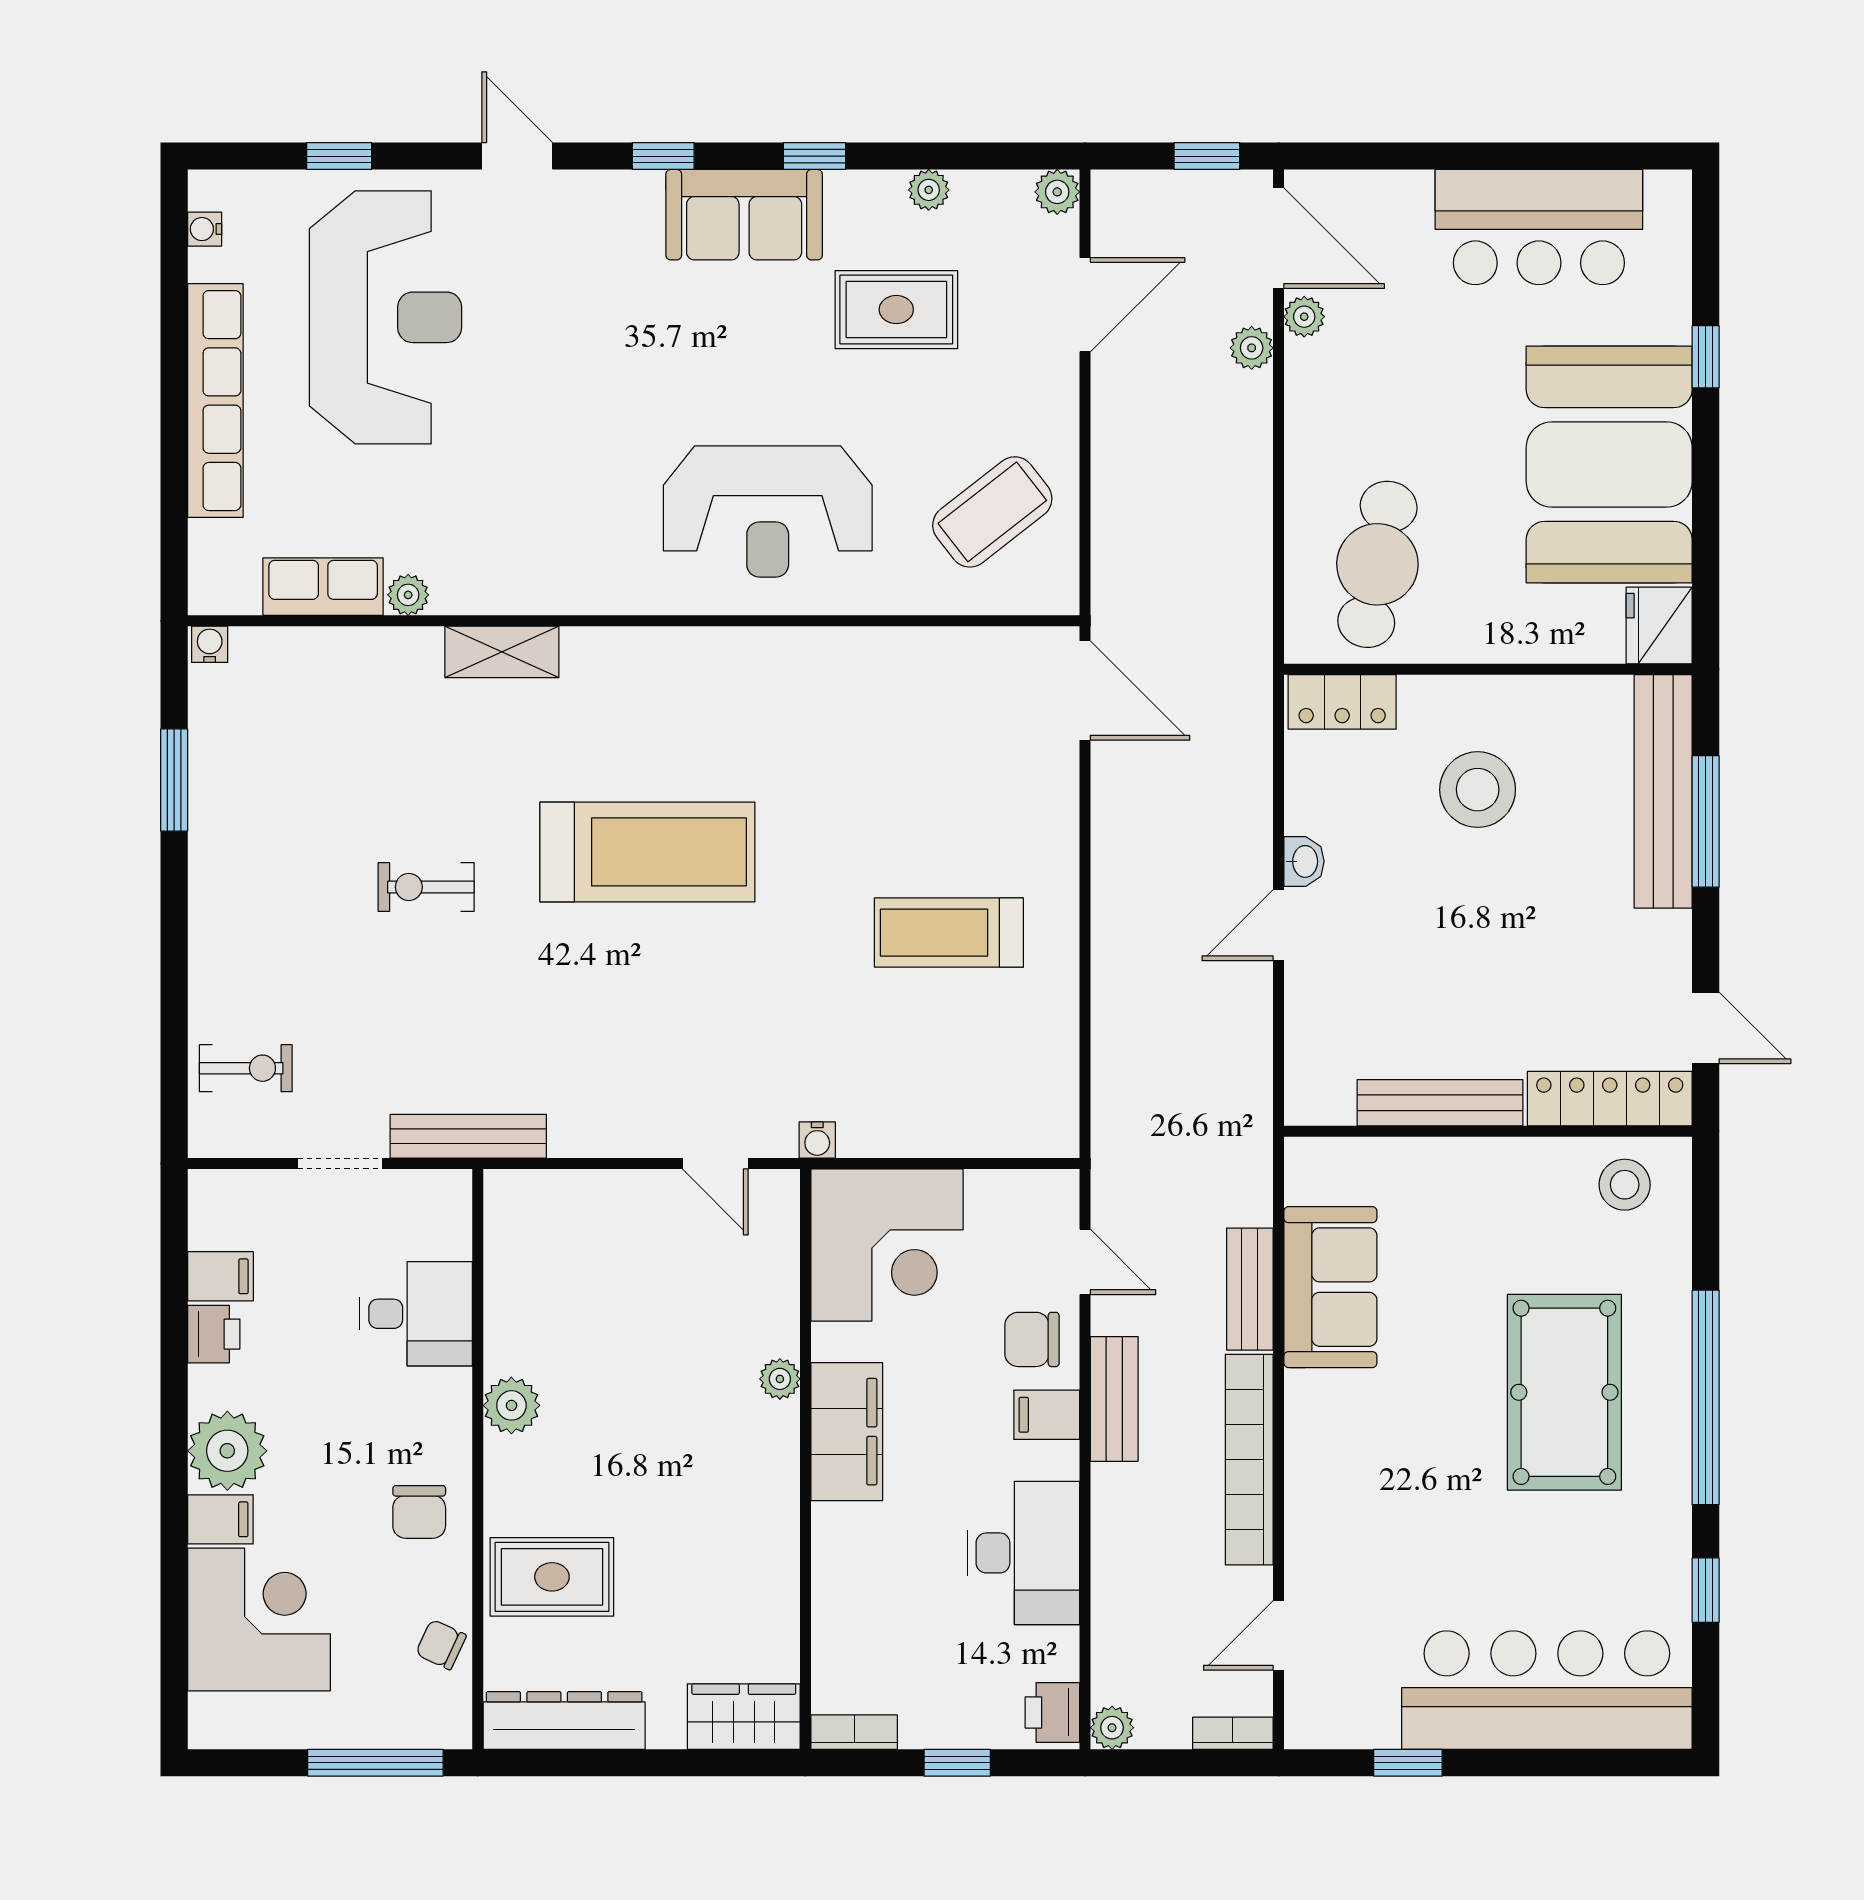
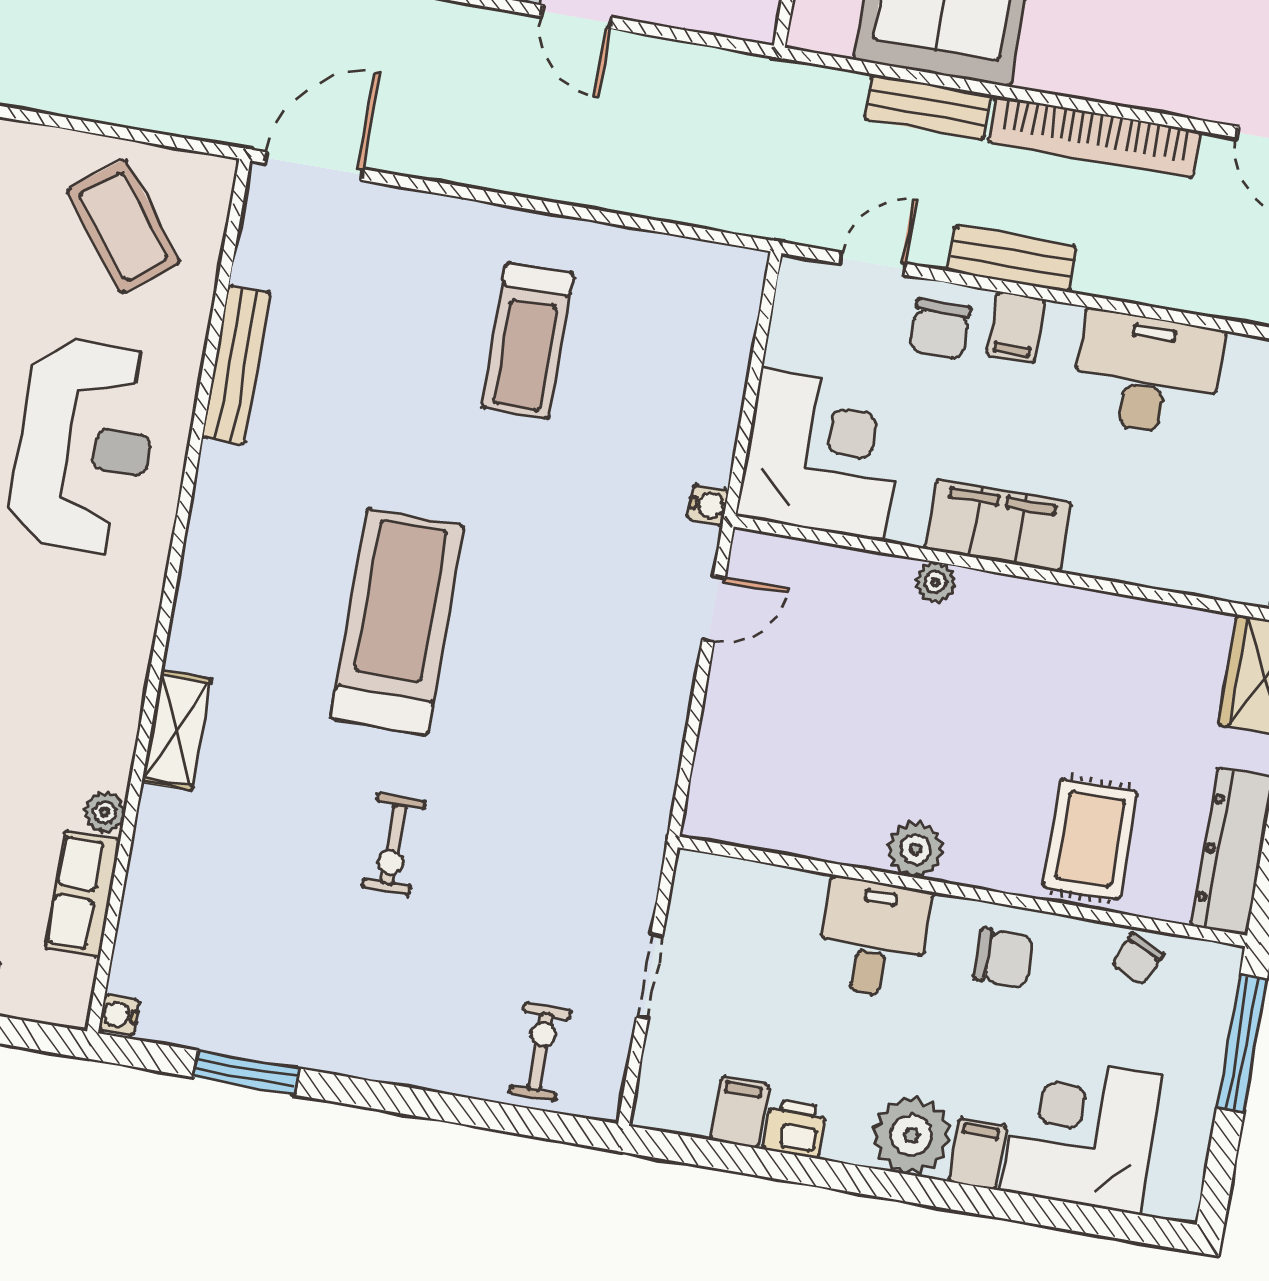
bench: (468, 1136) -> (237, 365), moved
desk: (416, 1314) -> (874, 938), moved

